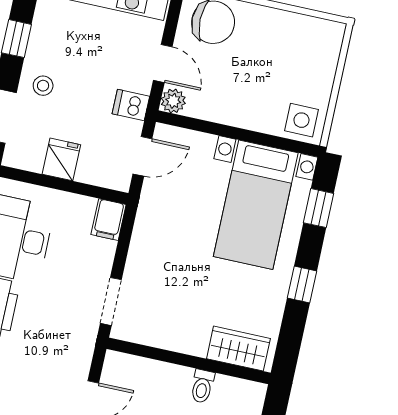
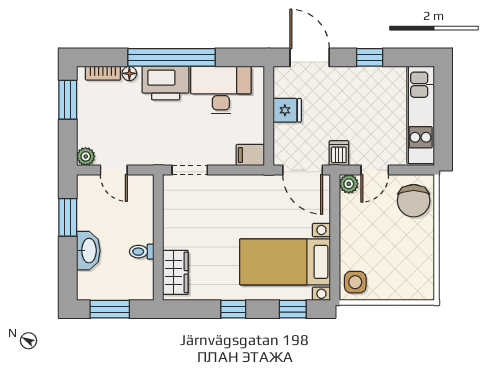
stool: (43, 86) -> (339, 85), removed
door: (142, 156) -> (303, 170), width x1.37

